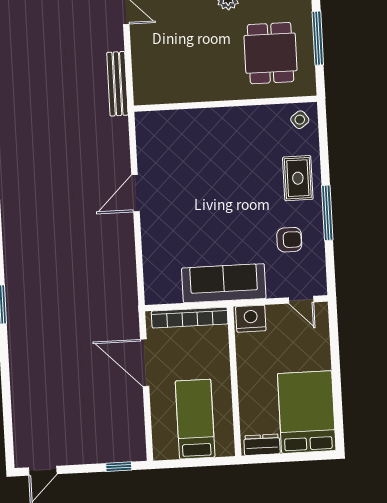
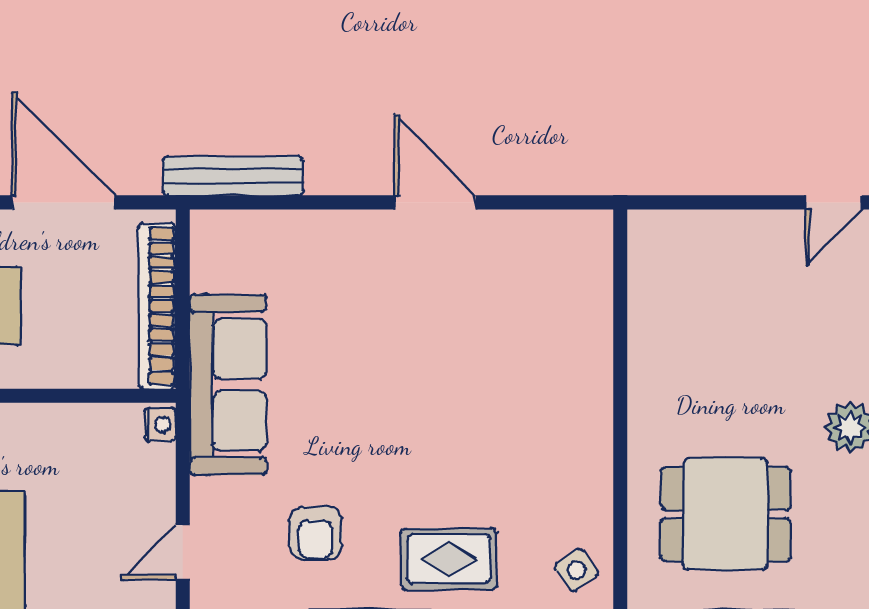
bench: (117, 84) -> (233, 176), moved
nightstand: (251, 319) -> (160, 425), width x0.53, depth x0.56
door: (145, 363) -> (64, 202), hinge flipped

